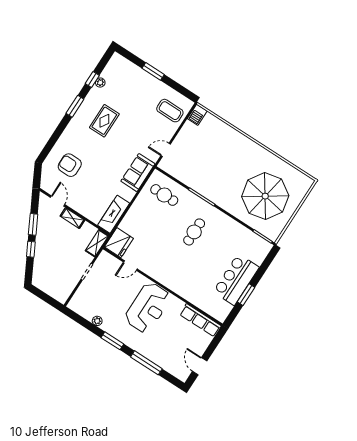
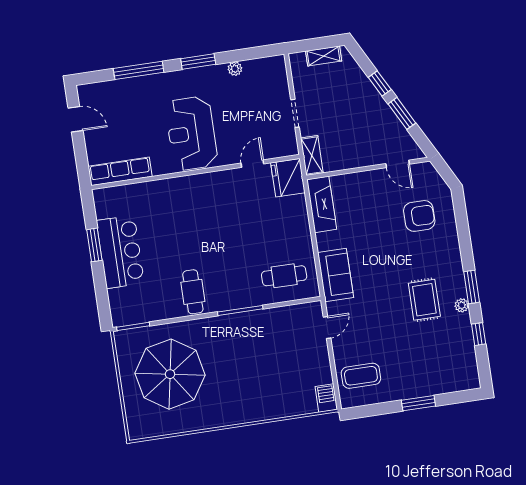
plant: (100, 83) -> (462, 305), moved
shelving: (72, 218) -> (324, 56), moved
cafe table: (194, 232) -> (193, 292), moved

